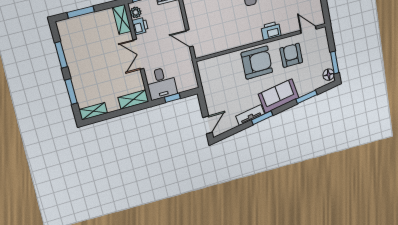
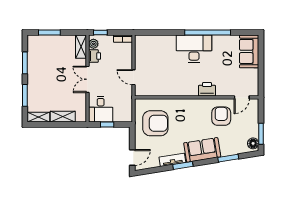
door: (308, 30) -> (242, 97), swing flipped
armchair: (257, 63) -> (155, 123), moved
shelving: (133, 100) -> (63, 117), moved

